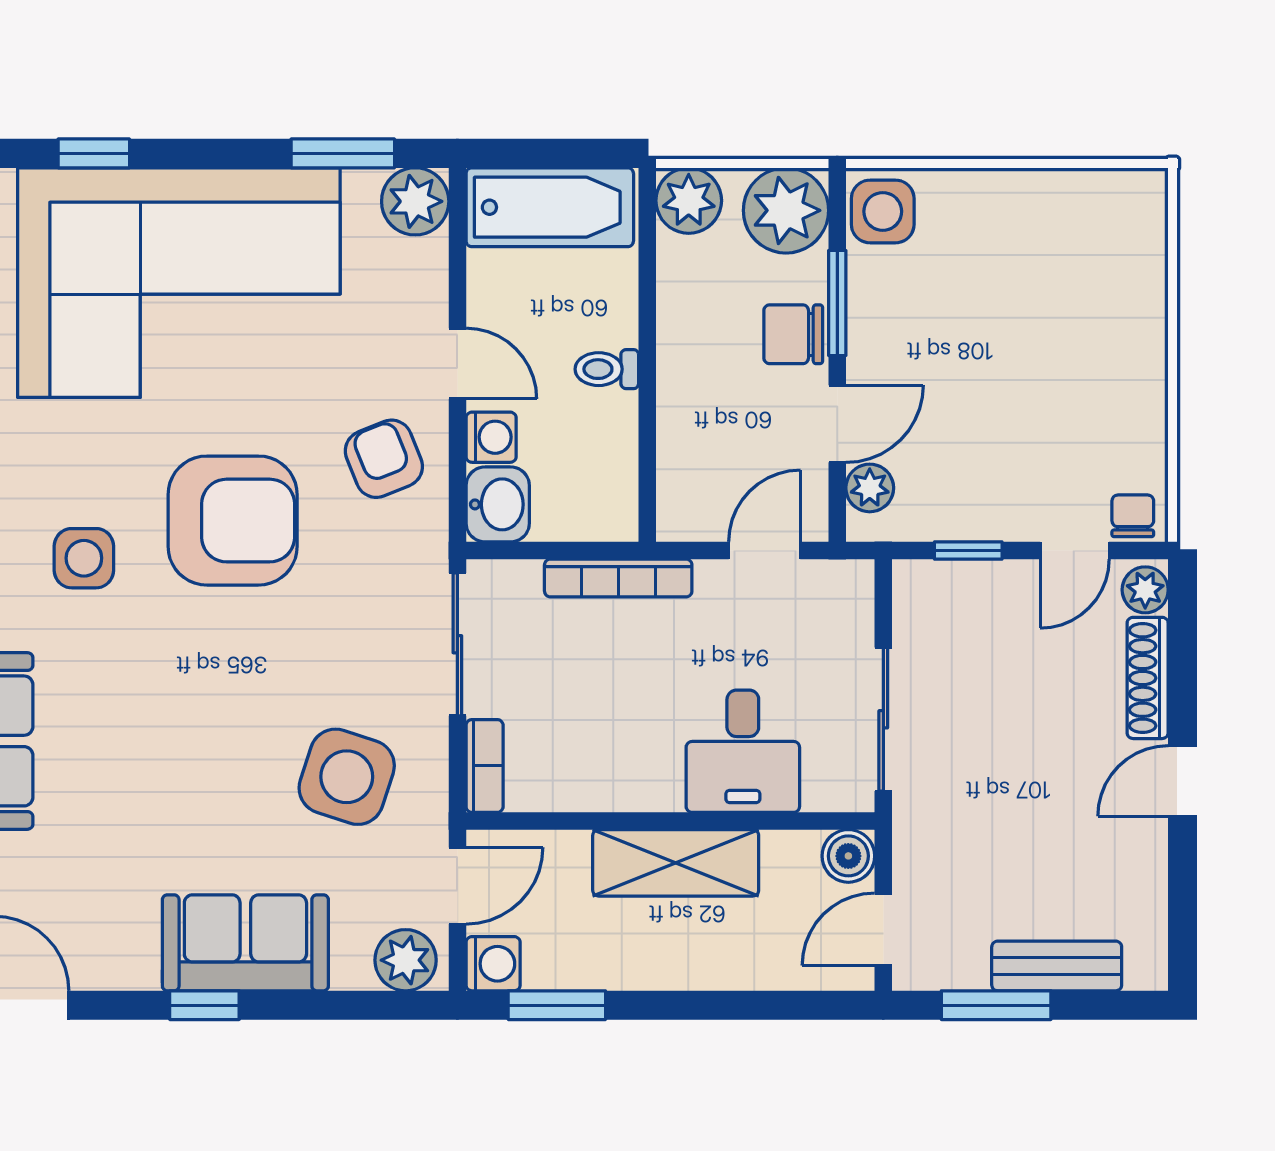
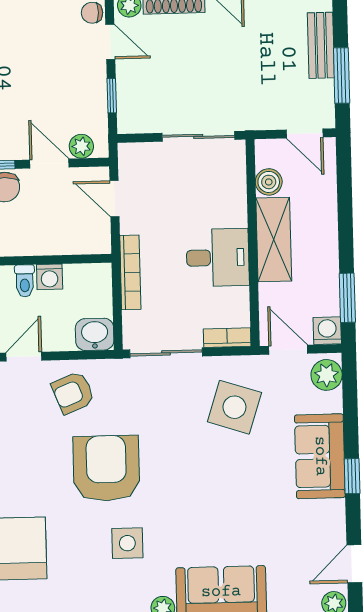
washing machine: (491, 437) -> (50, 277), moved, turned 180
desk: (743, 751) -> (218, 258), moved
boiler: (848, 856) -> (269, 182), moved

